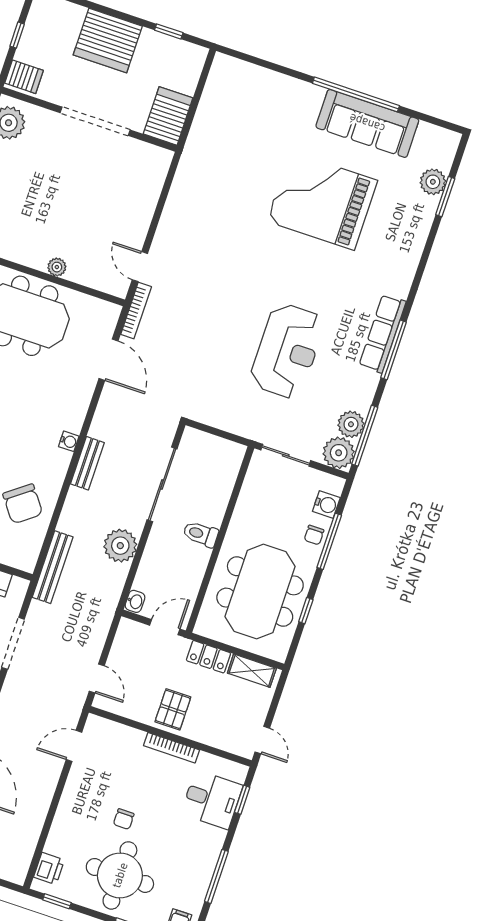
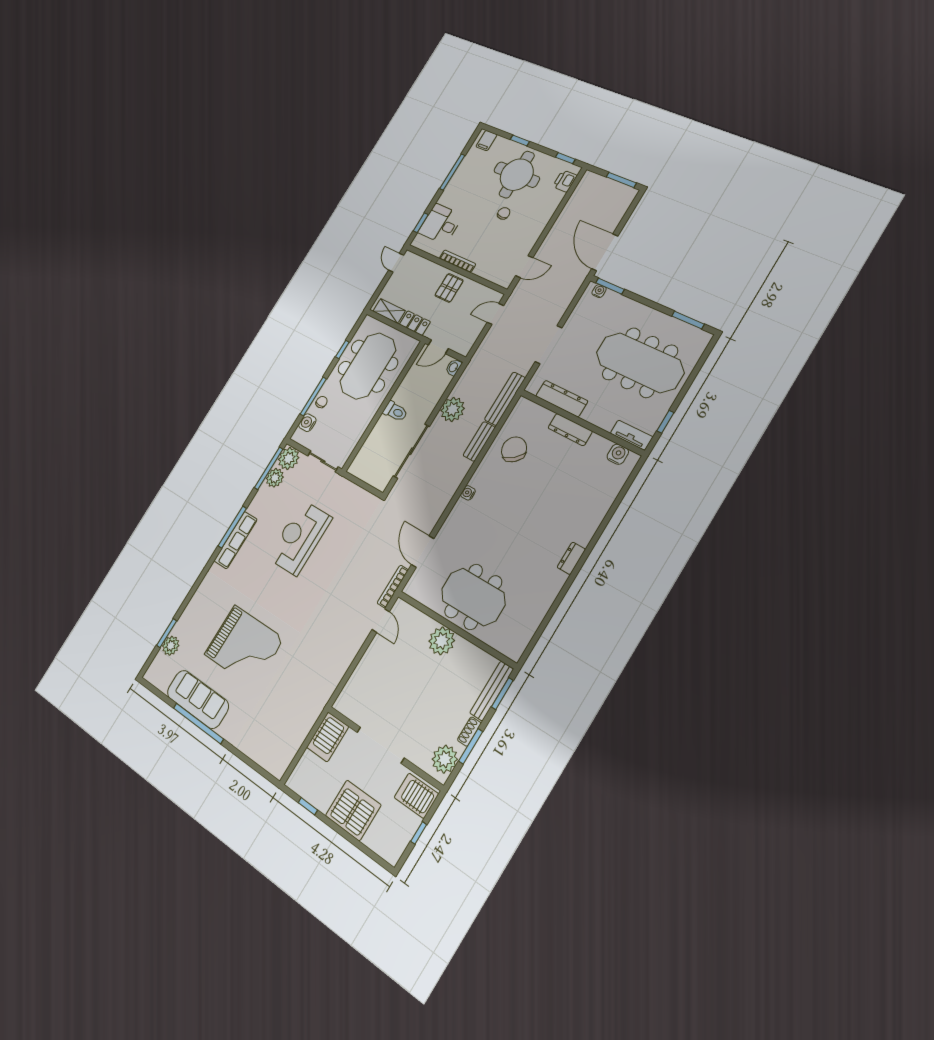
server rack: (24, 77) -> (416, 796), width x1.36, depth x1.44
plant: (57, 267) -> (442, 641), width x1.88, depth x1.88
bench: (87, 463) -> (479, 441), moved
door: (97, 678) -> (495, 314), hinge flipped

